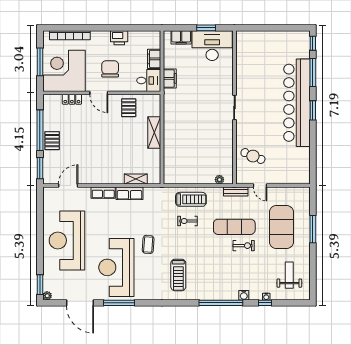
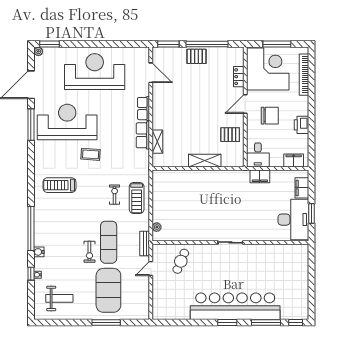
filing cabinet: (154, 59) -> (294, 161), moved
exercise mat: (281, 227) -> (108, 290), turned 90

